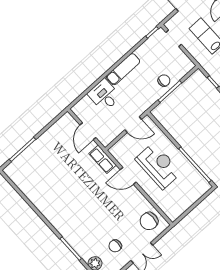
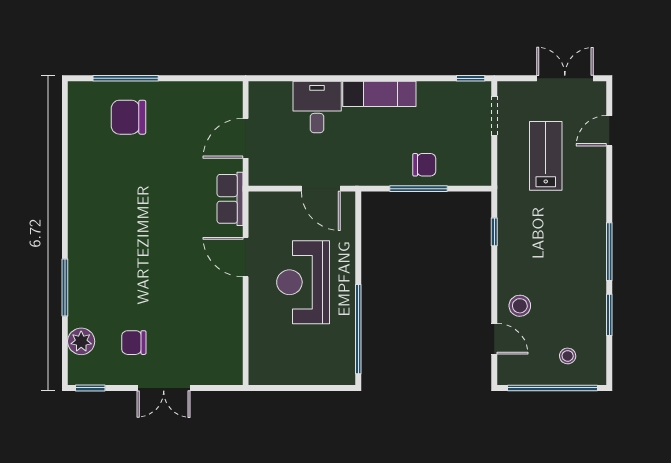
reception desk: (158, 166) -> (303, 282), turned 180
chair: (149, 221) -> (129, 117), moved

